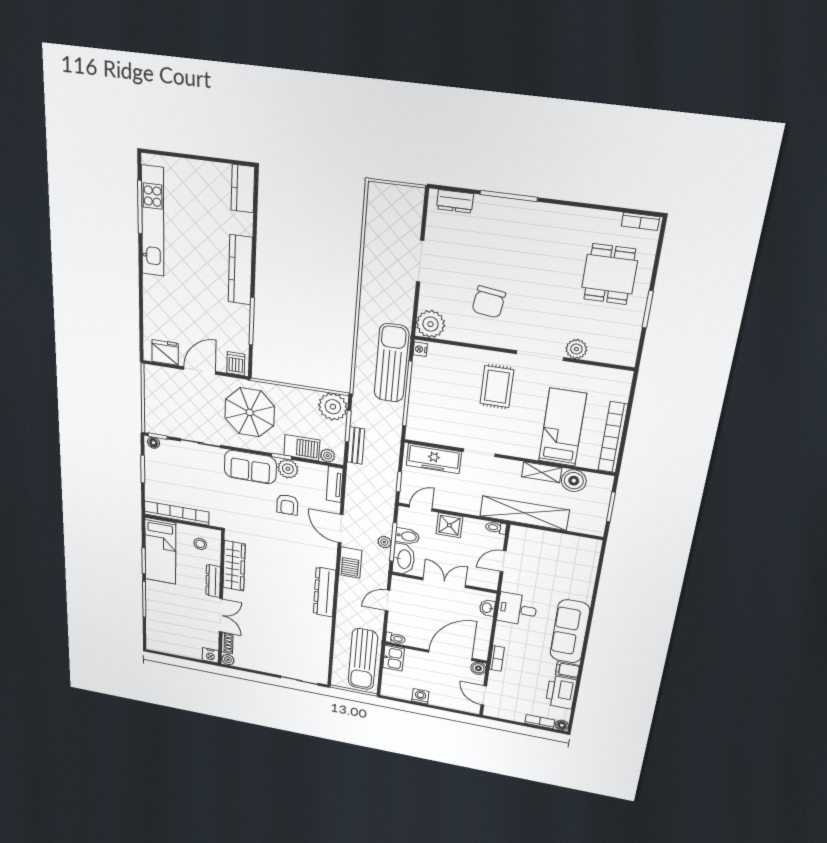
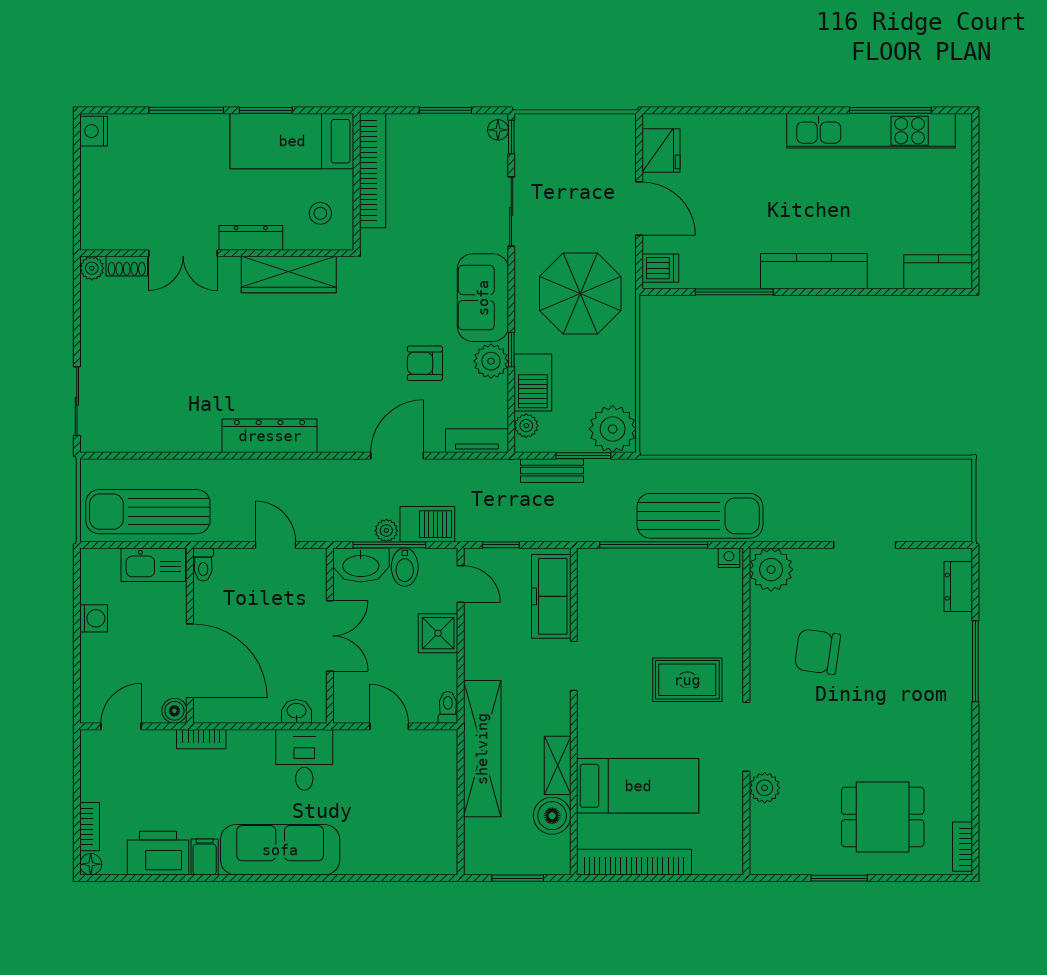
barbecue: (350, 563) -> (427, 524), moved, turned 180
nightstand: (210, 655) -> (94, 131), moved
kitchen sink: (394, 658) -> (153, 565), width x1.38

